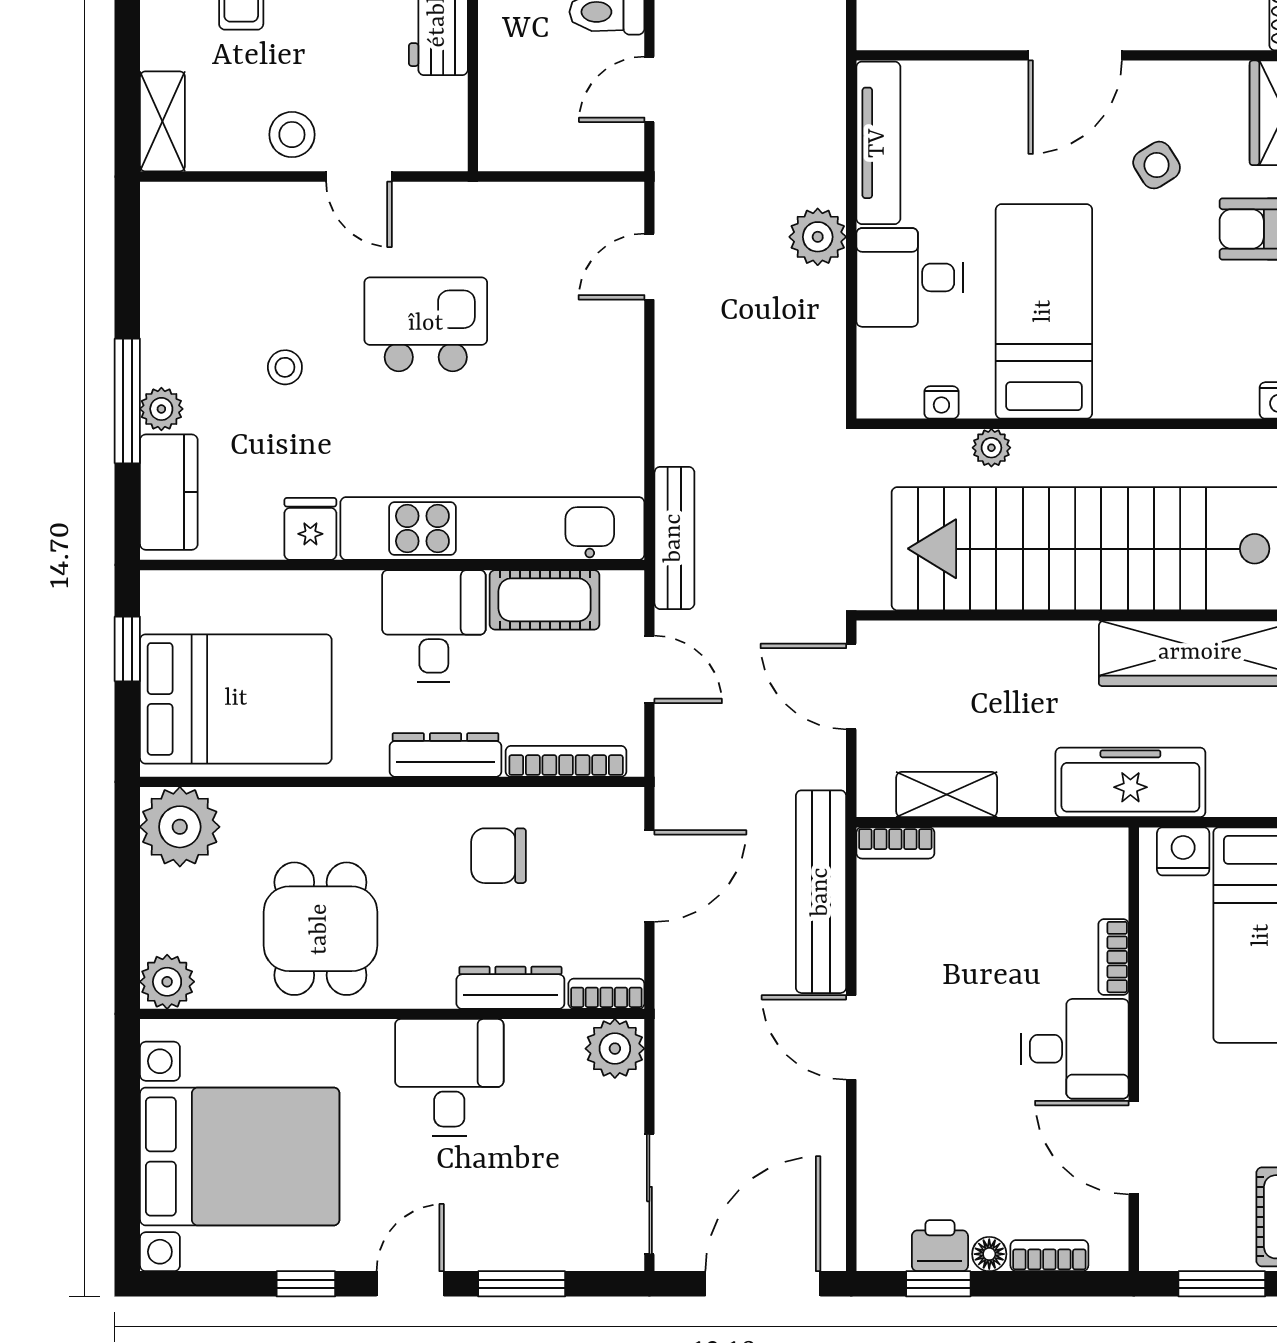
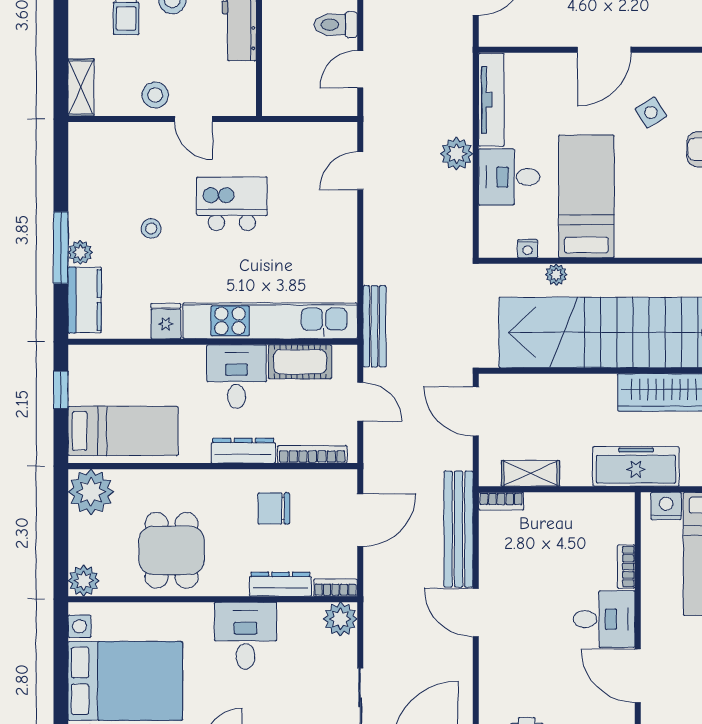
bed: (236, 699) -> (123, 431), width x0.67

